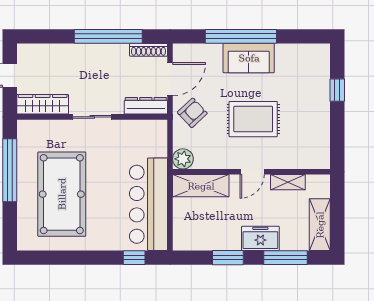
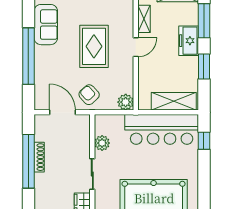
shoe rack: (149, 50) -> (39, 157), moved
sofa: (249, 58) -> (46, 25), moved
dresser: (146, 106) -> (84, 132), removed
plant: (131, 129) -> (102, 143), added
door: (252, 172) -> (136, 47), hinge flipped
shelving: (201, 186) -> (174, 101), moved, turned 90

